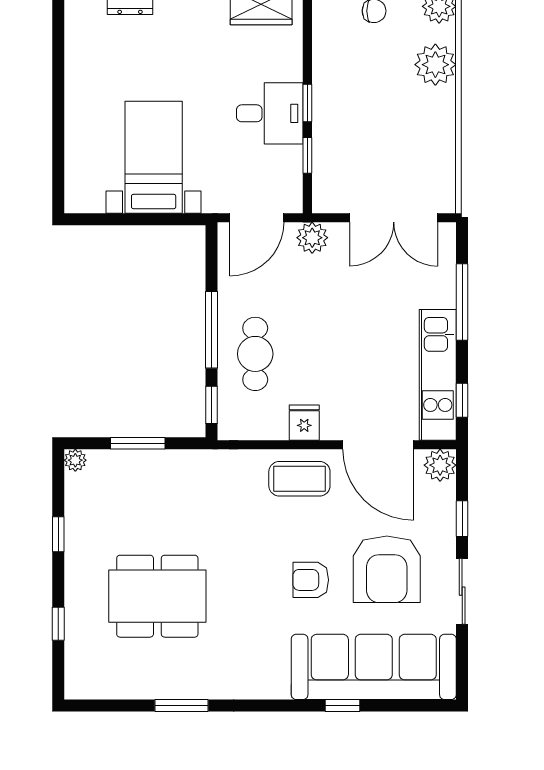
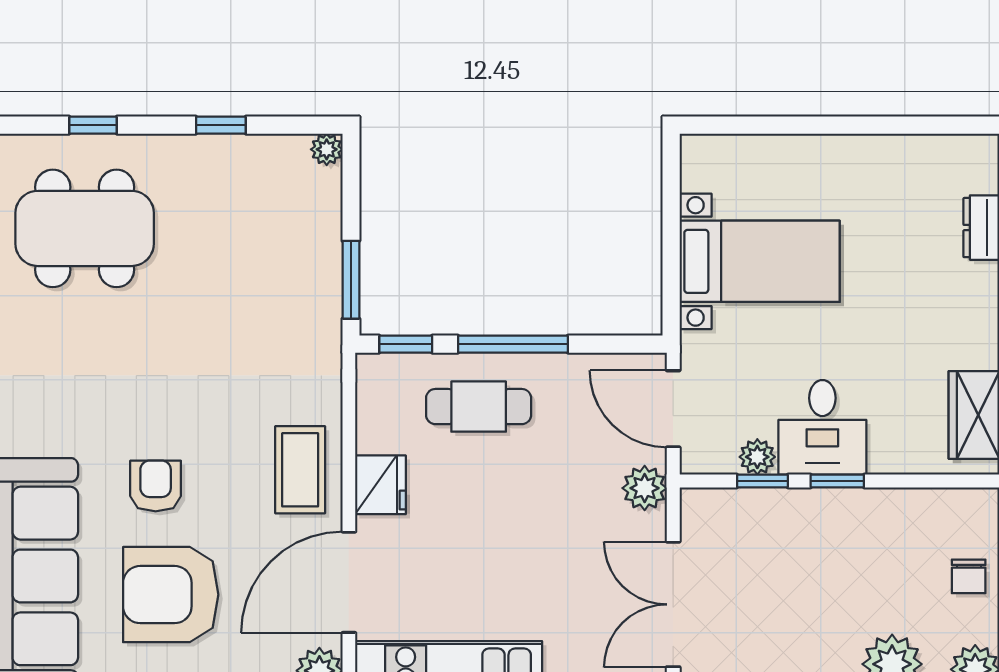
plant: (290, 159) -> (757, 457), added
fridge: (304, 423) -> (380, 485), width x1.38
window: (138, 443) -> (351, 280), moved
dining table: (157, 596) -> (85, 228), moved, turned 90

